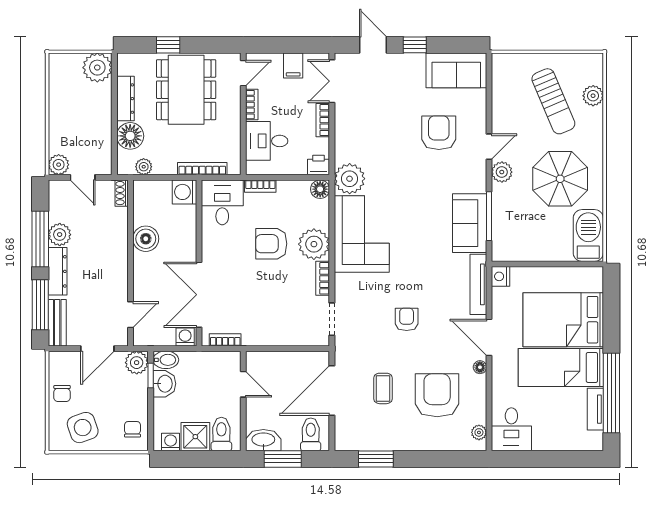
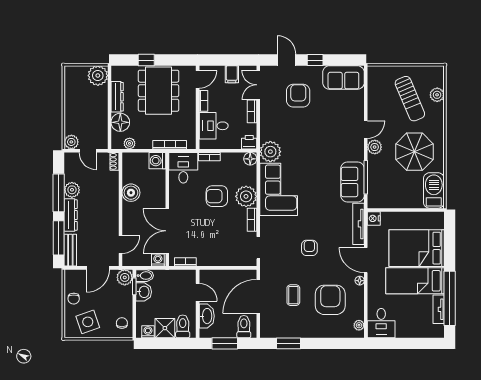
armchair: (439, 133) -> (298, 96), moved
washbasin: (263, 440) -> (207, 316), moved, turned 90

